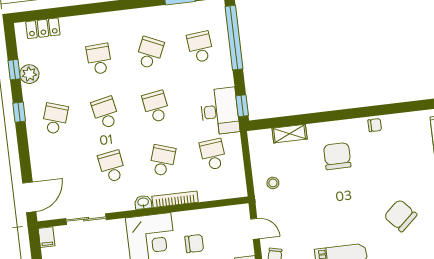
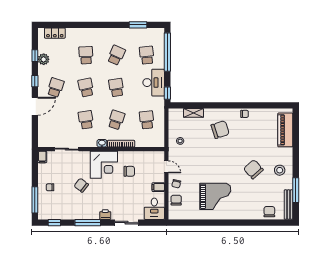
desk: (220, 111) -> (154, 83), moved
chair: (337, 156) -> (220, 130), turned 72
door: (29, 197) -> (35, 106), moved

